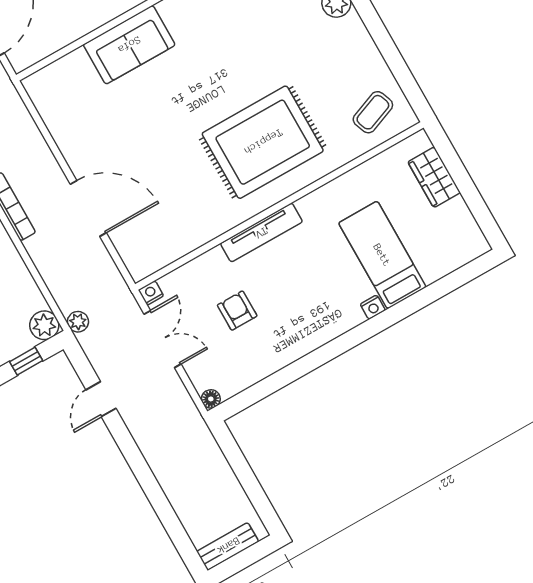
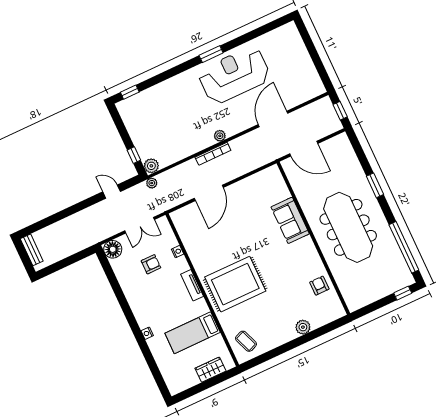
rug: (263, 142) -> (235, 284), turned 90
tv unit: (261, 233) -> (192, 285), width x0.71
bed: (382, 255) -> (193, 333), moved, turned 180
nightstand: (151, 293) -> (178, 252), moved
floor lamp: (211, 399) -> (113, 249), width x1.89, depth x1.89

